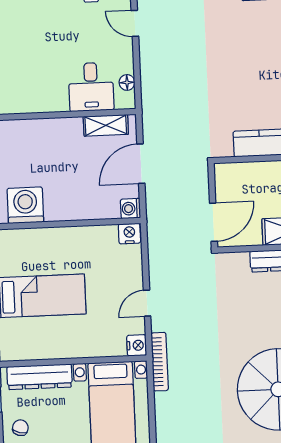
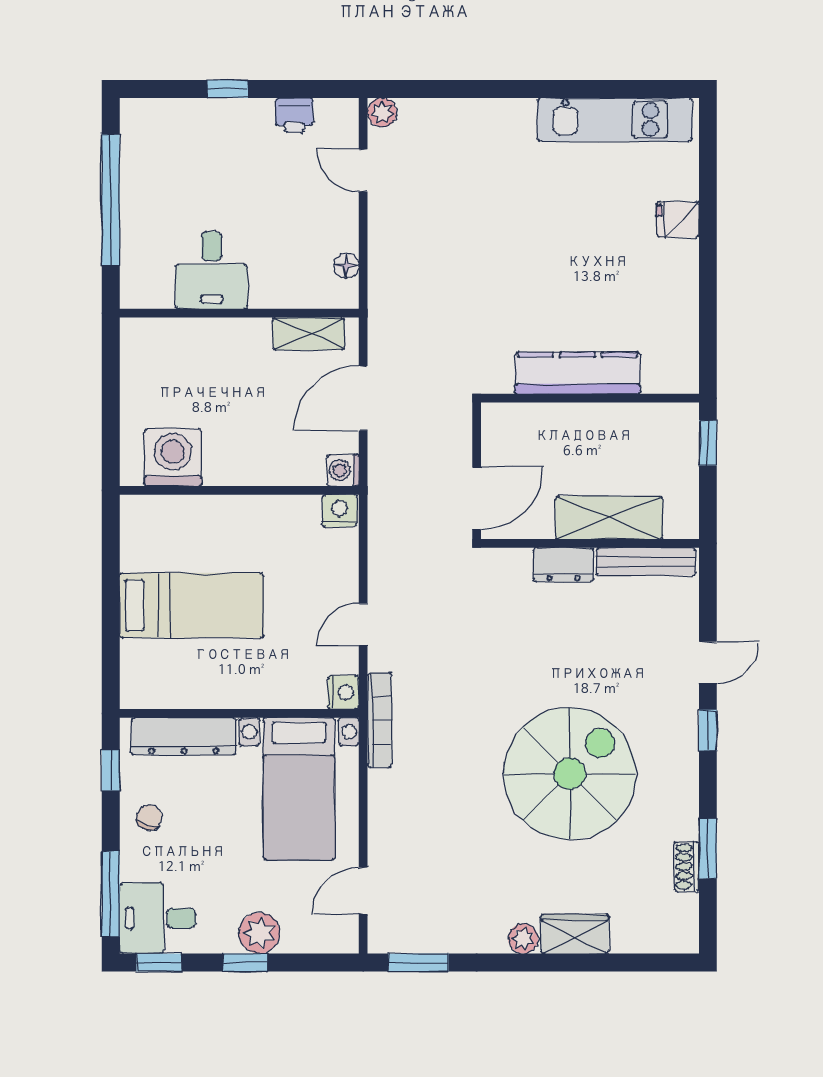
desk: (91, 87) -> (212, 270), moved

